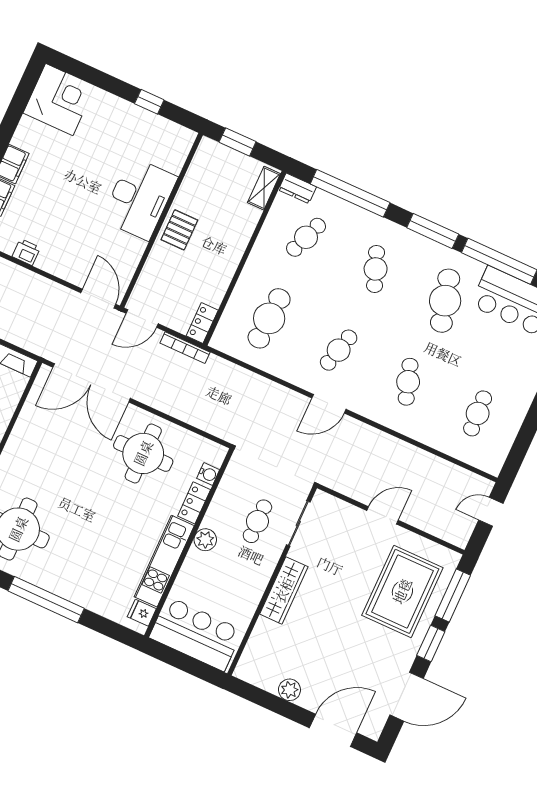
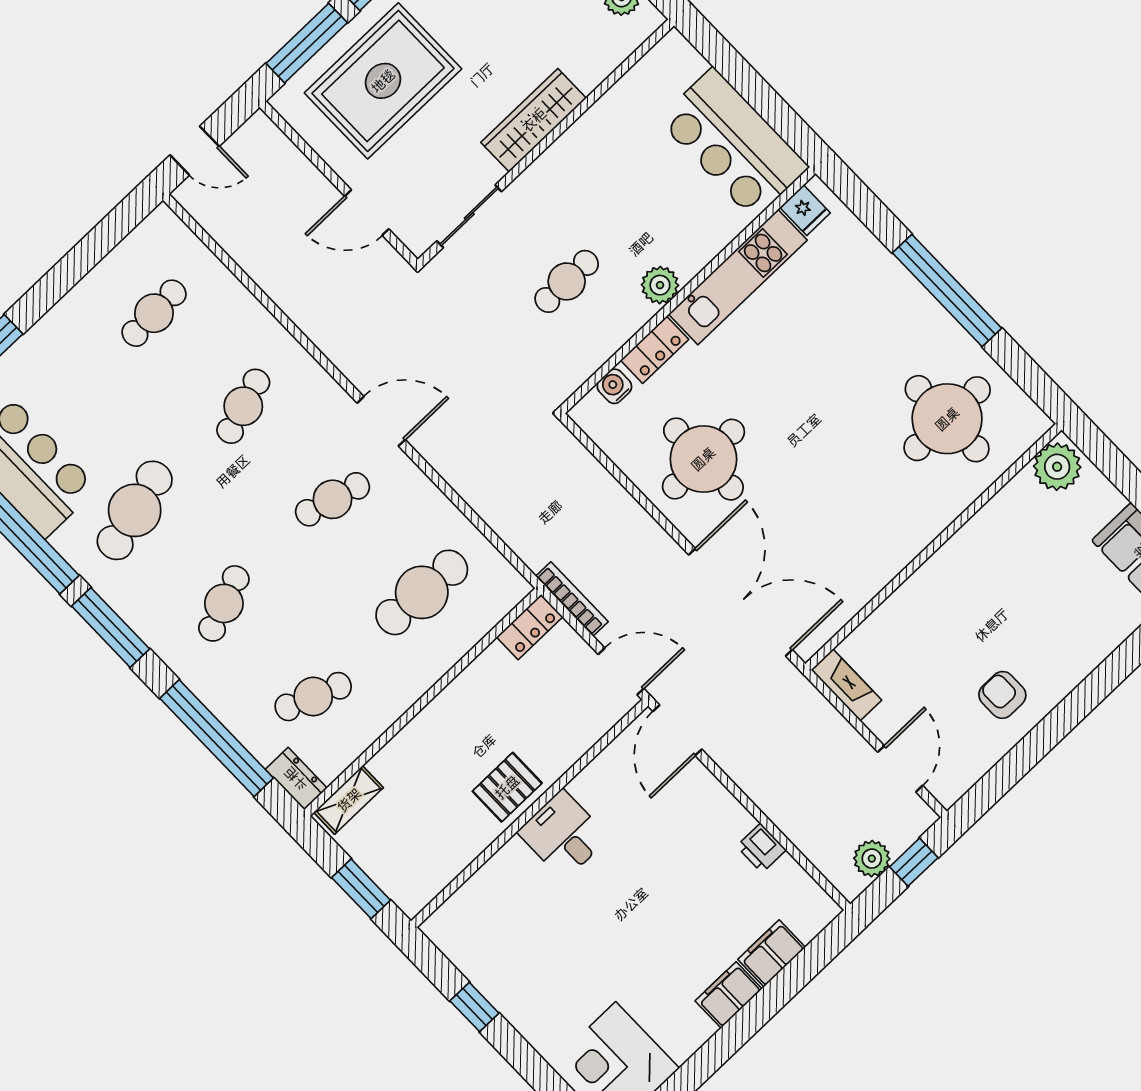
desk: (139, 198) -> (563, 835), width x0.53, depth x0.77
sliding door: (298, 523) -> (469, 216), moved
wall: (272, 581) -> (546, 143), moved
wardrobe: (284, 590) -> (534, 120), moved

